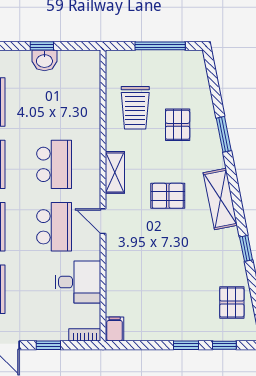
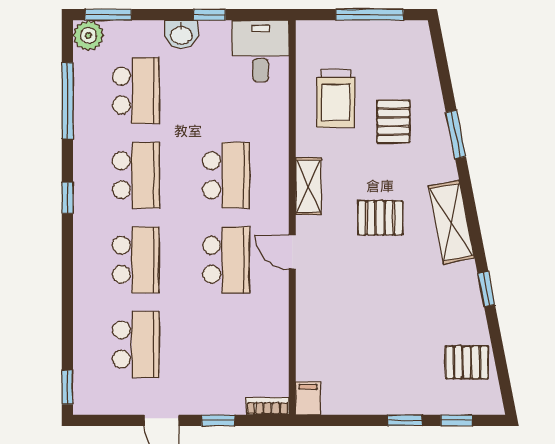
washbasin: (44, 60) -> (181, 34), moved
desk: (78, 282) -> (260, 51), moved, turned -90
pallet: (232, 302) -> (467, 362), turned 90

